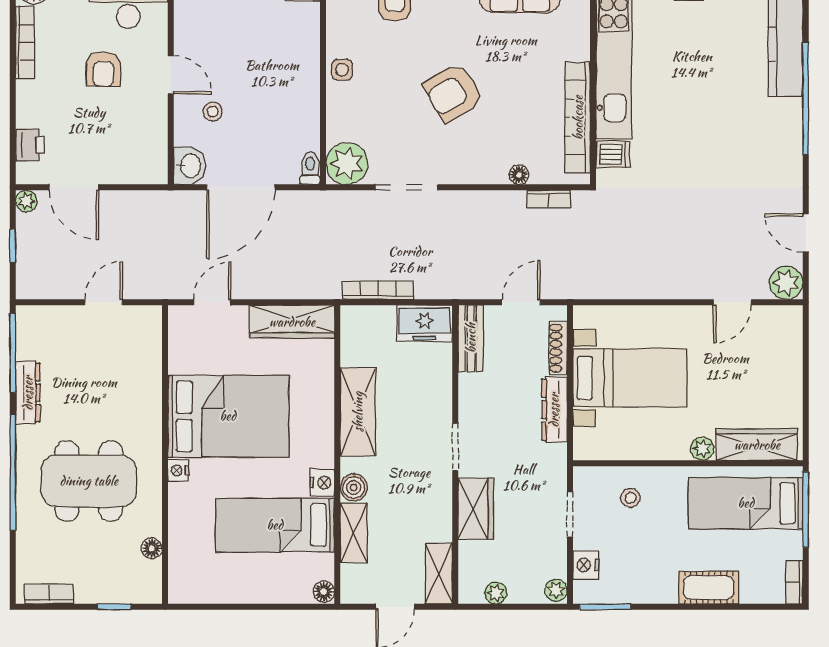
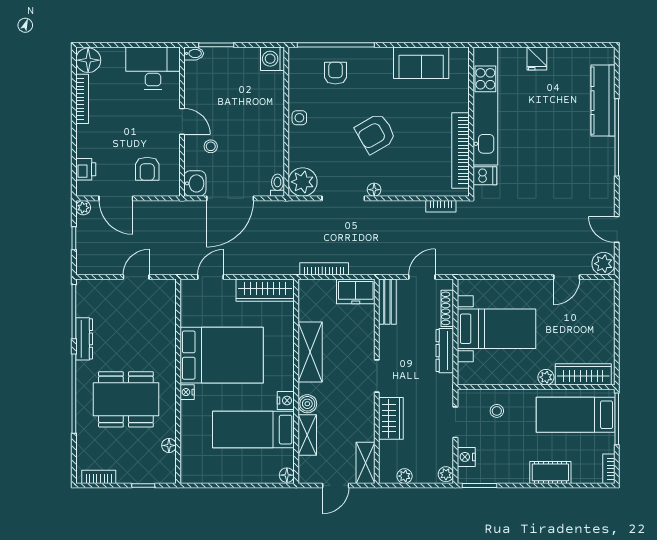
armchair: (103, 69) -> (147, 169), moved
floor lamp: (519, 175) -> (374, 190), moved

